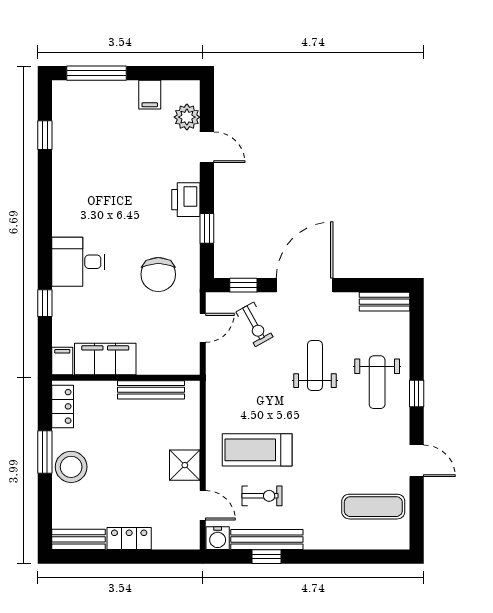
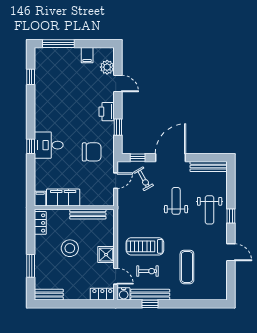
chair: (158, 274) -> (92, 152), turned -90
bench: (384, 302) -> (209, 167), width x1.36
window: (45, 303) -> (31, 146), moved
window: (45, 452) -> (31, 266), moved
stool: (71, 467) -> (70, 248), moved
exercise mat: (373, 507) -> (187, 267), moved, turned 90
locker: (129, 538) -> (102, 294), moved

